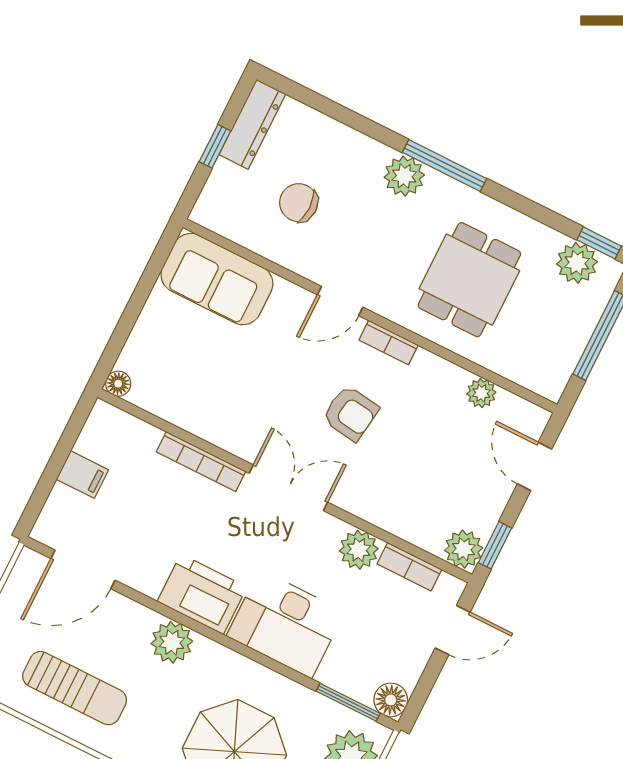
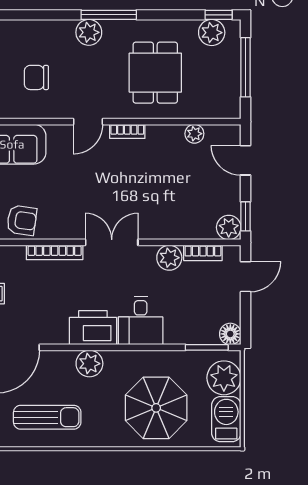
armchair: (350, 413) -> (22, 220), moved
desk: (286, 624) -> (141, 321), width x0.73

